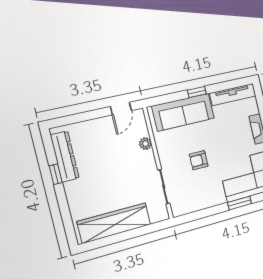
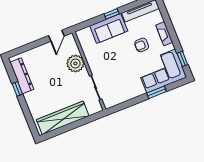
sofa: (183, 112) -> (109, 28), width x0.73
plant: (145, 144) -> (75, 64), width x1.88, depth x1.88
armchair: (199, 160) -> (142, 45), moved

